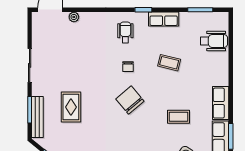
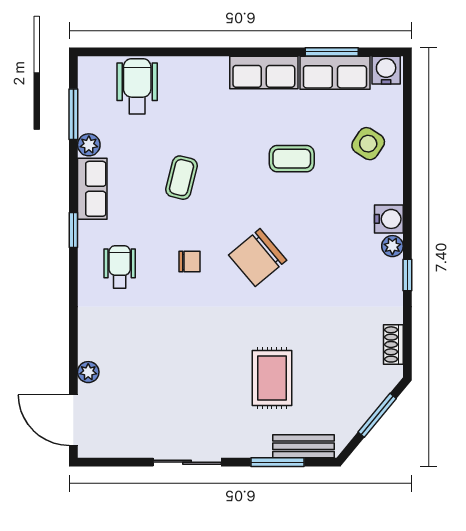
plant: (185, 17) -> (89, 145), added
wheelchair: (125, 32) -> (120, 267), turned 90
rug: (71, 107) -> (272, 378), turned 90
bench: (37, 117) -> (304, 446), width x0.73
coffee table: (178, 117) -> (292, 159), turned 90

